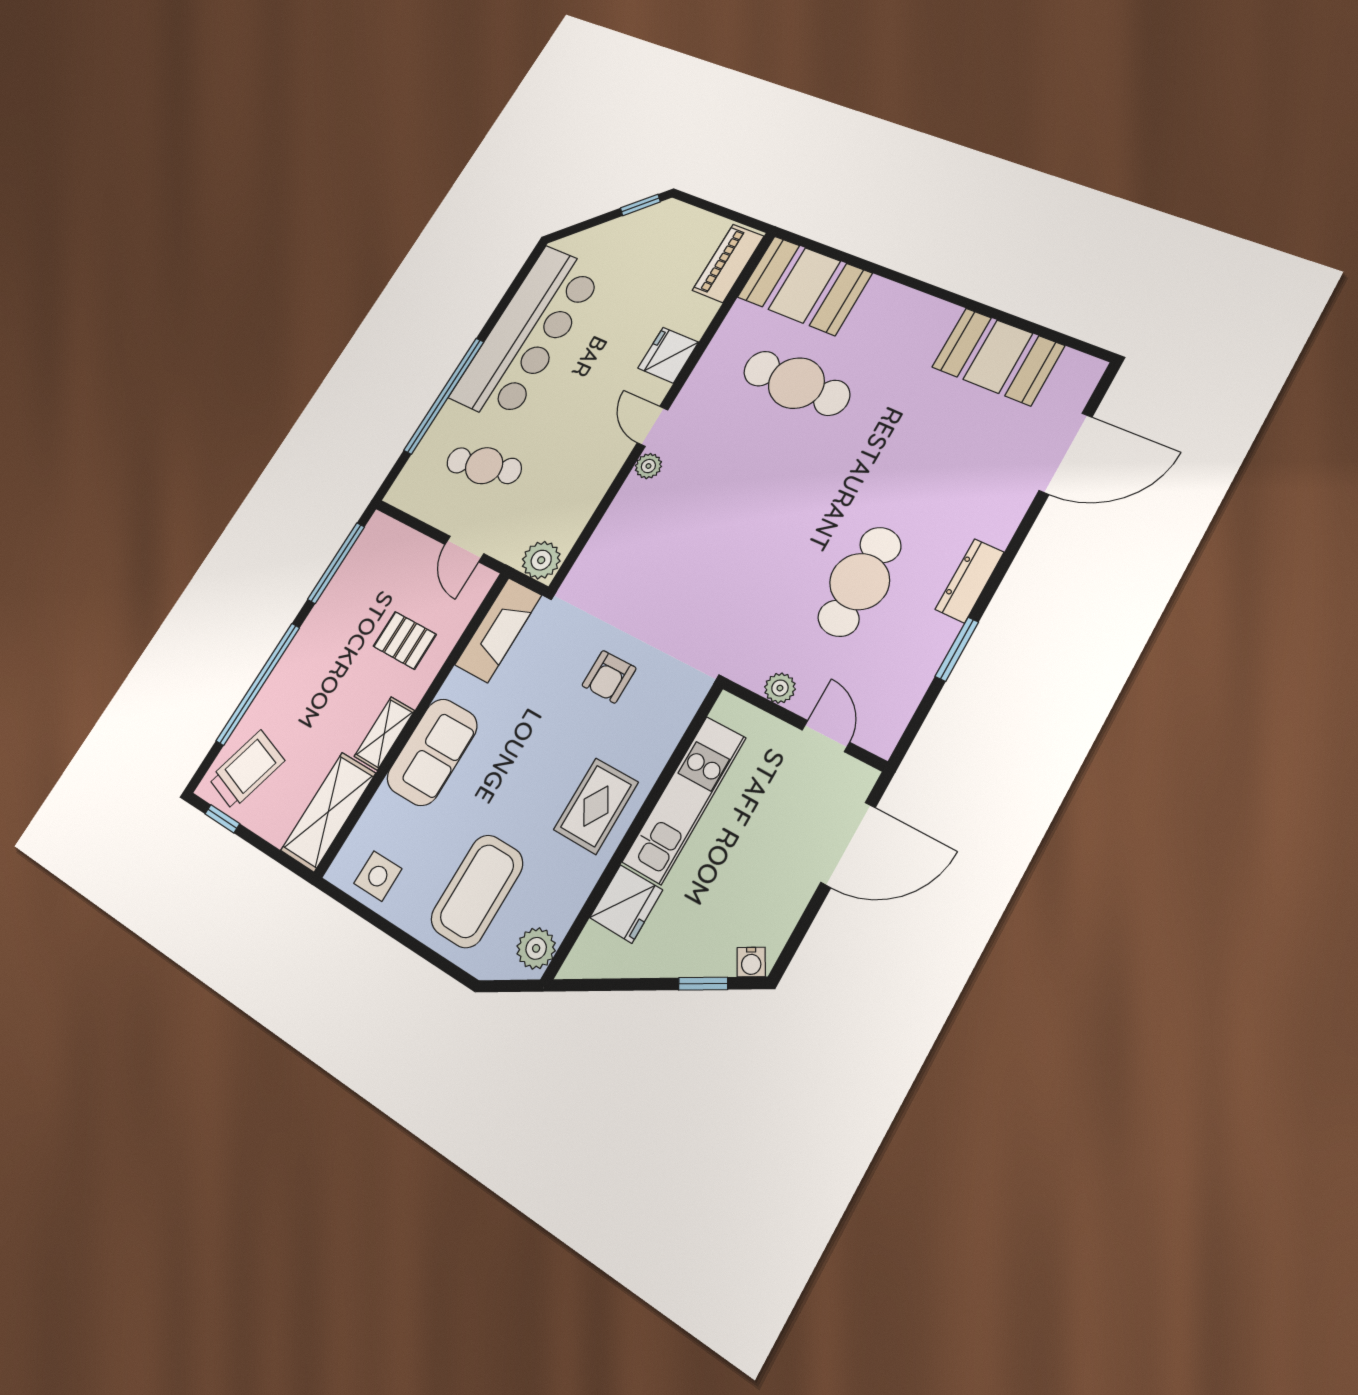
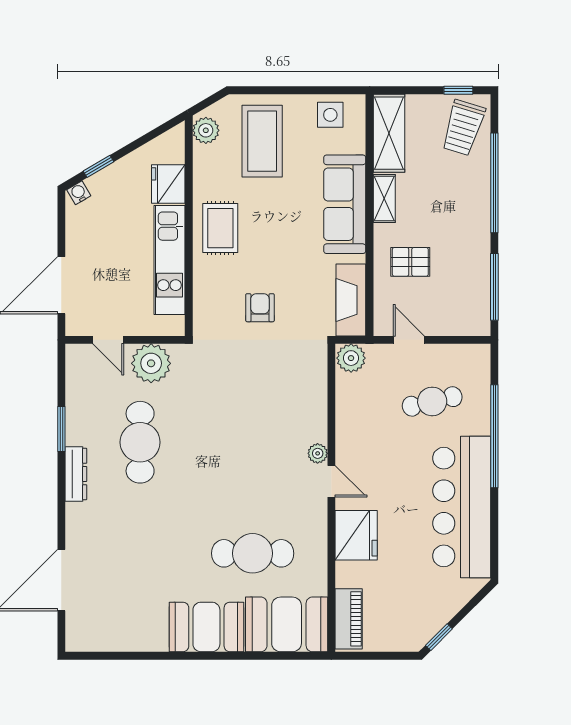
fridge: (668, 355) -> (356, 535), width x1.36, depth x1.34
booth: (998, 356) -> (206, 627), moved
plant: (780, 688) -> (151, 363), width x1.87, depth x1.87
sofa: (432, 752) -> (345, 204), width x1.36

